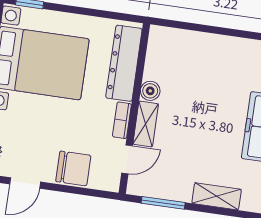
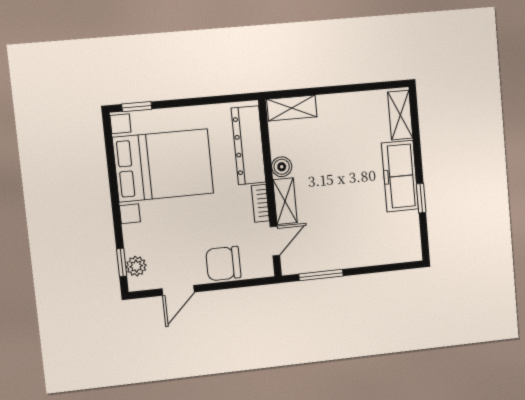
chair: (73, 168) -> (223, 264), turned 180
shelving: (217, 196) -> (292, 108), moved

